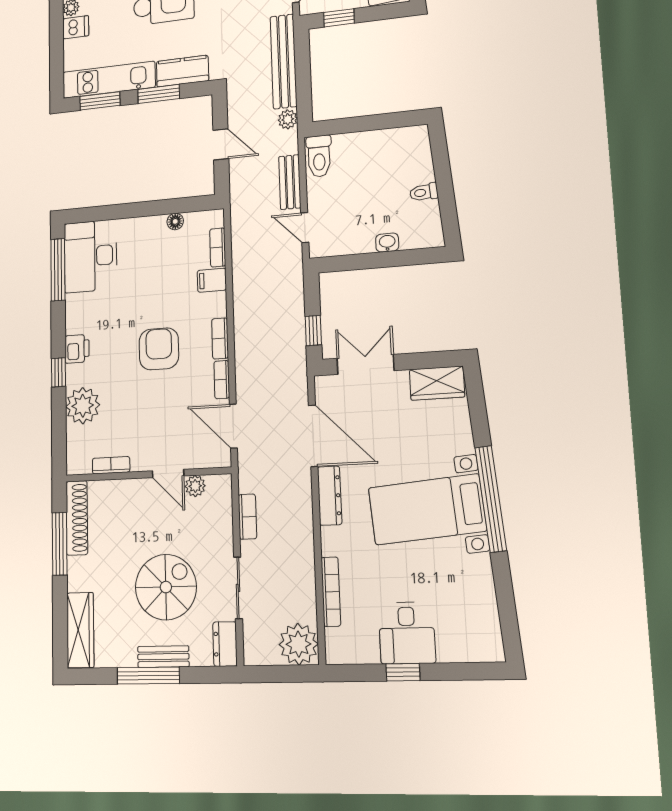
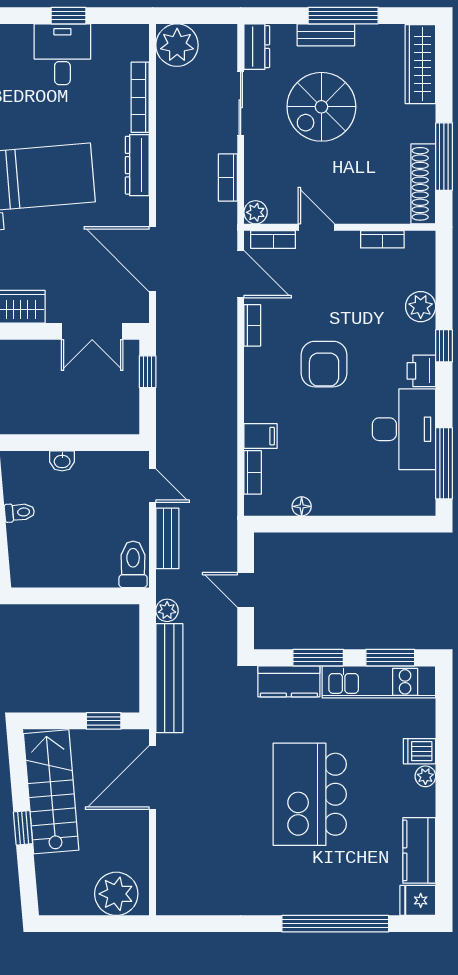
desk: (90, 256) -> (404, 429), moved
bookcase: (220, 338) -> (273, 239), moved, turned 90
plant: (83, 406) -> (421, 307), width x0.73, depth x0.73
plant: (195, 486) -> (256, 212), moved
dresser: (330, 496) -> (137, 165), moved

